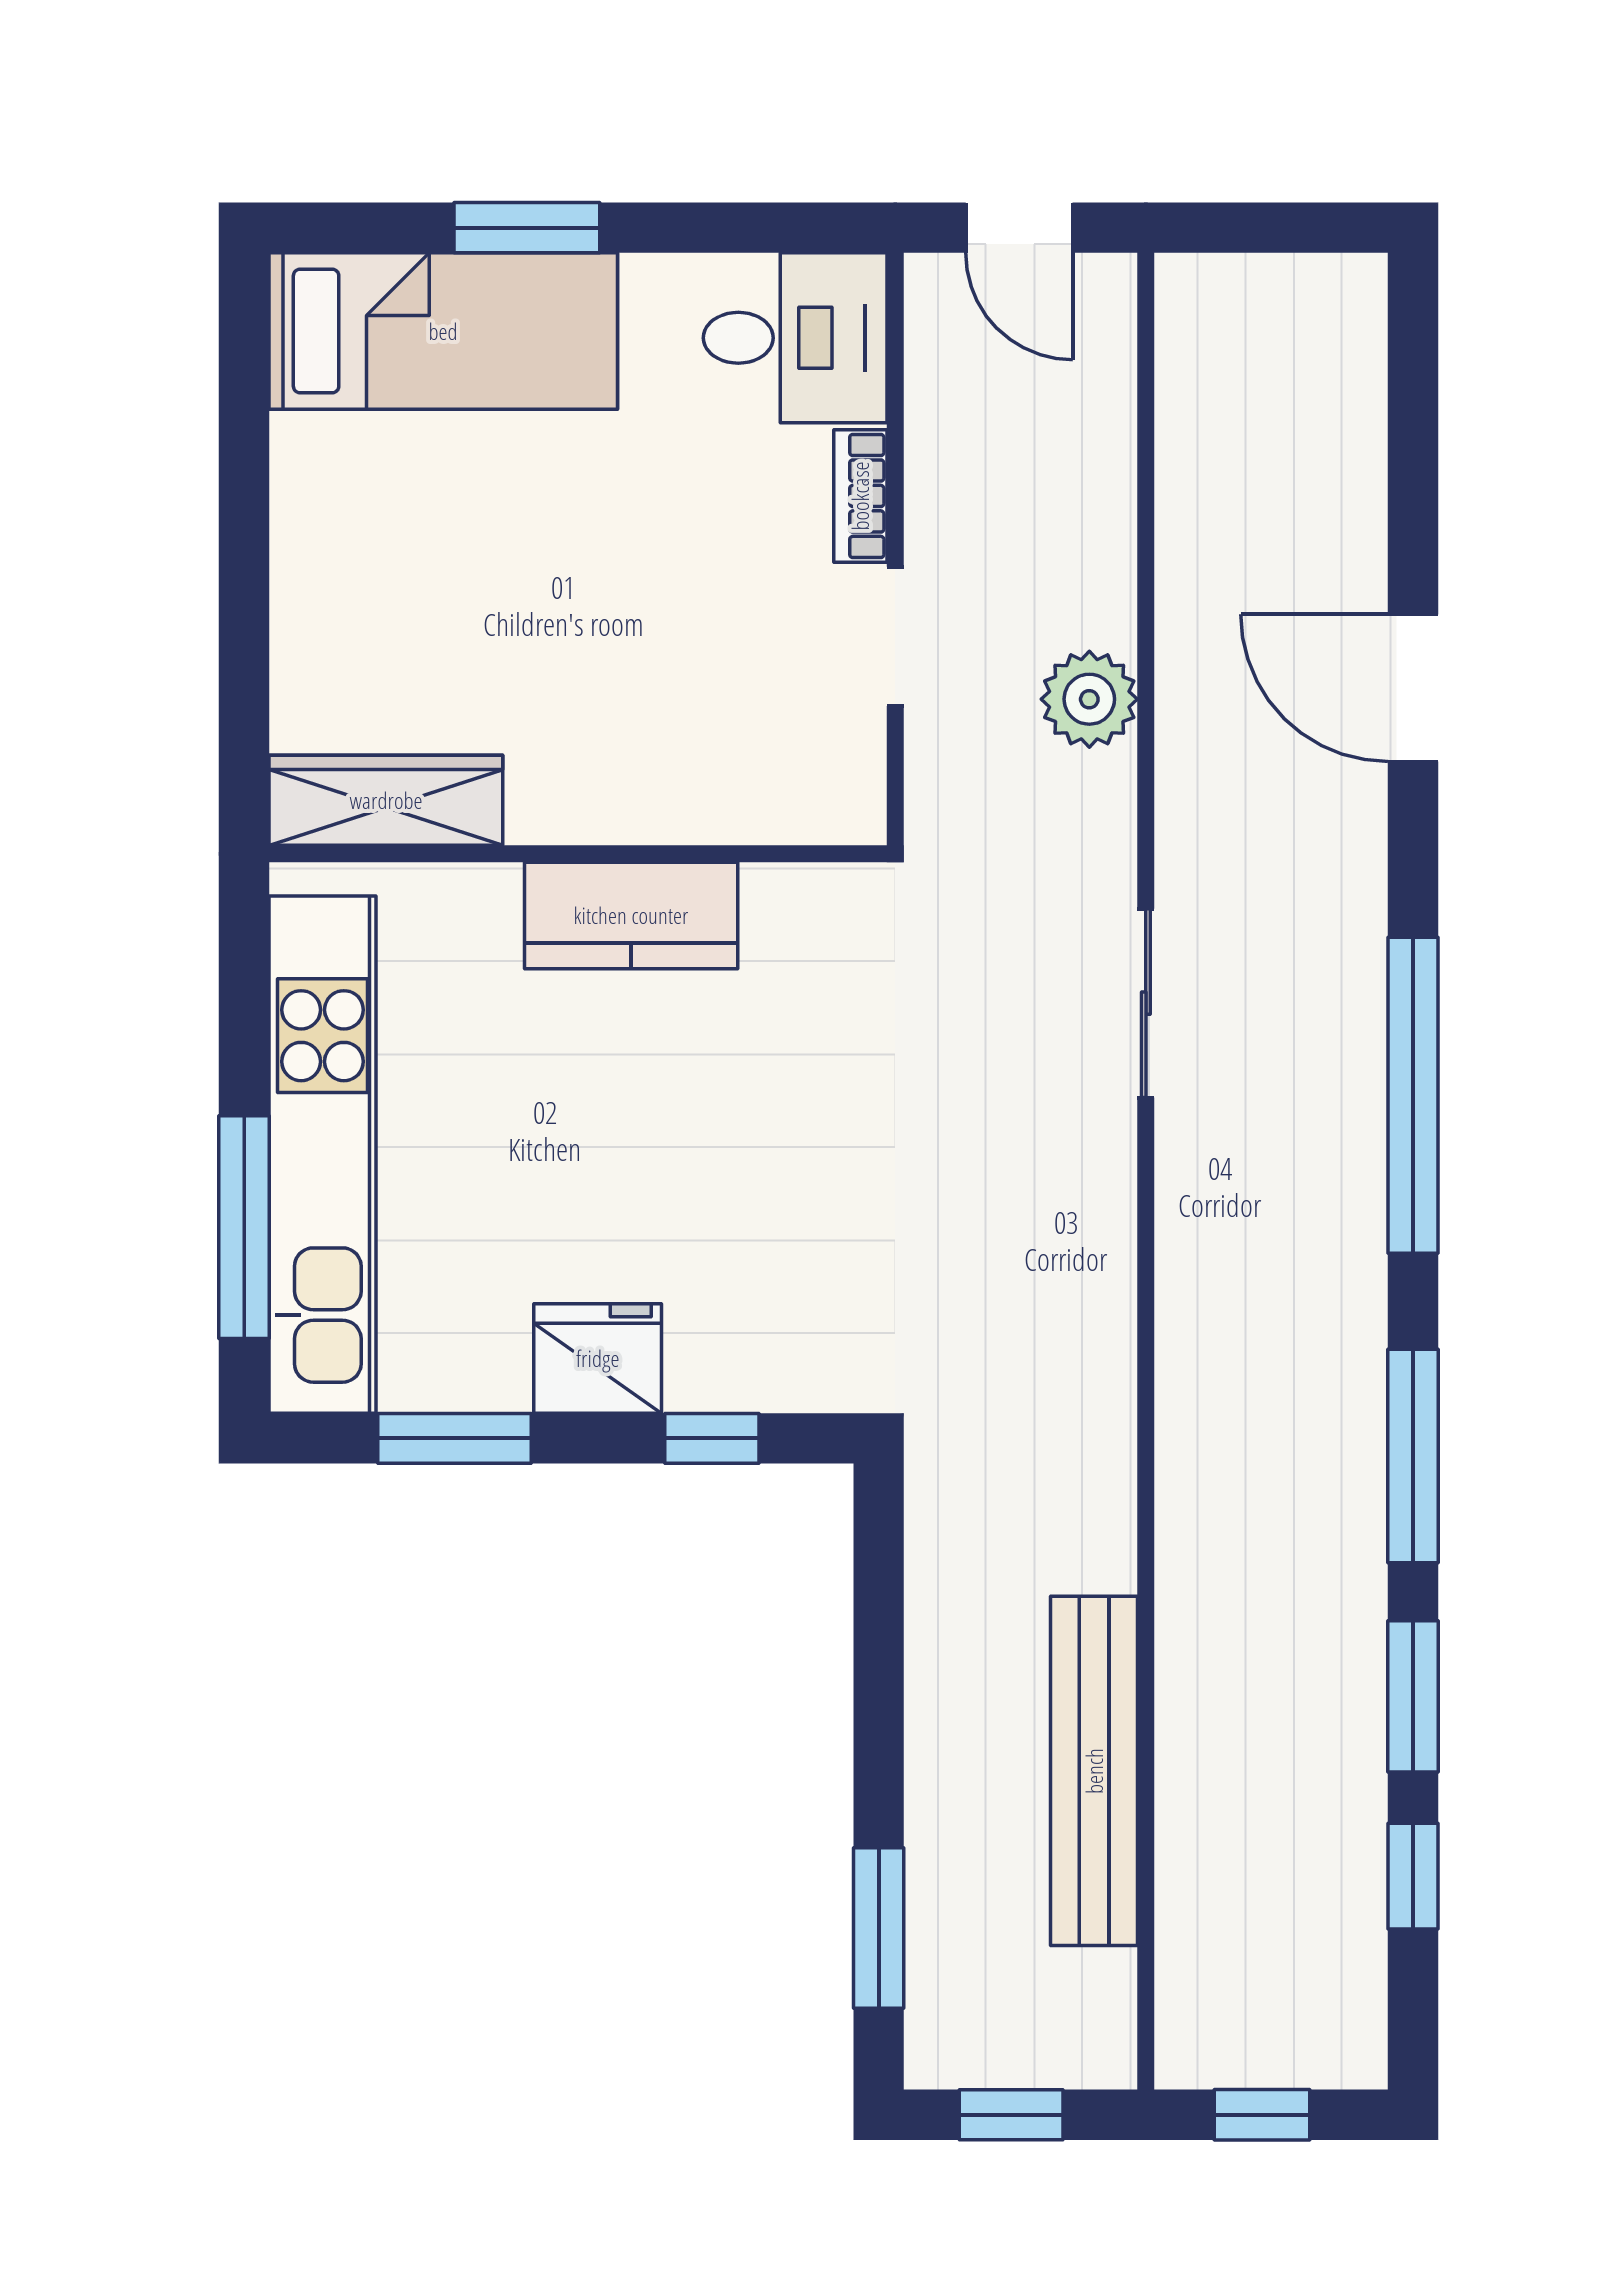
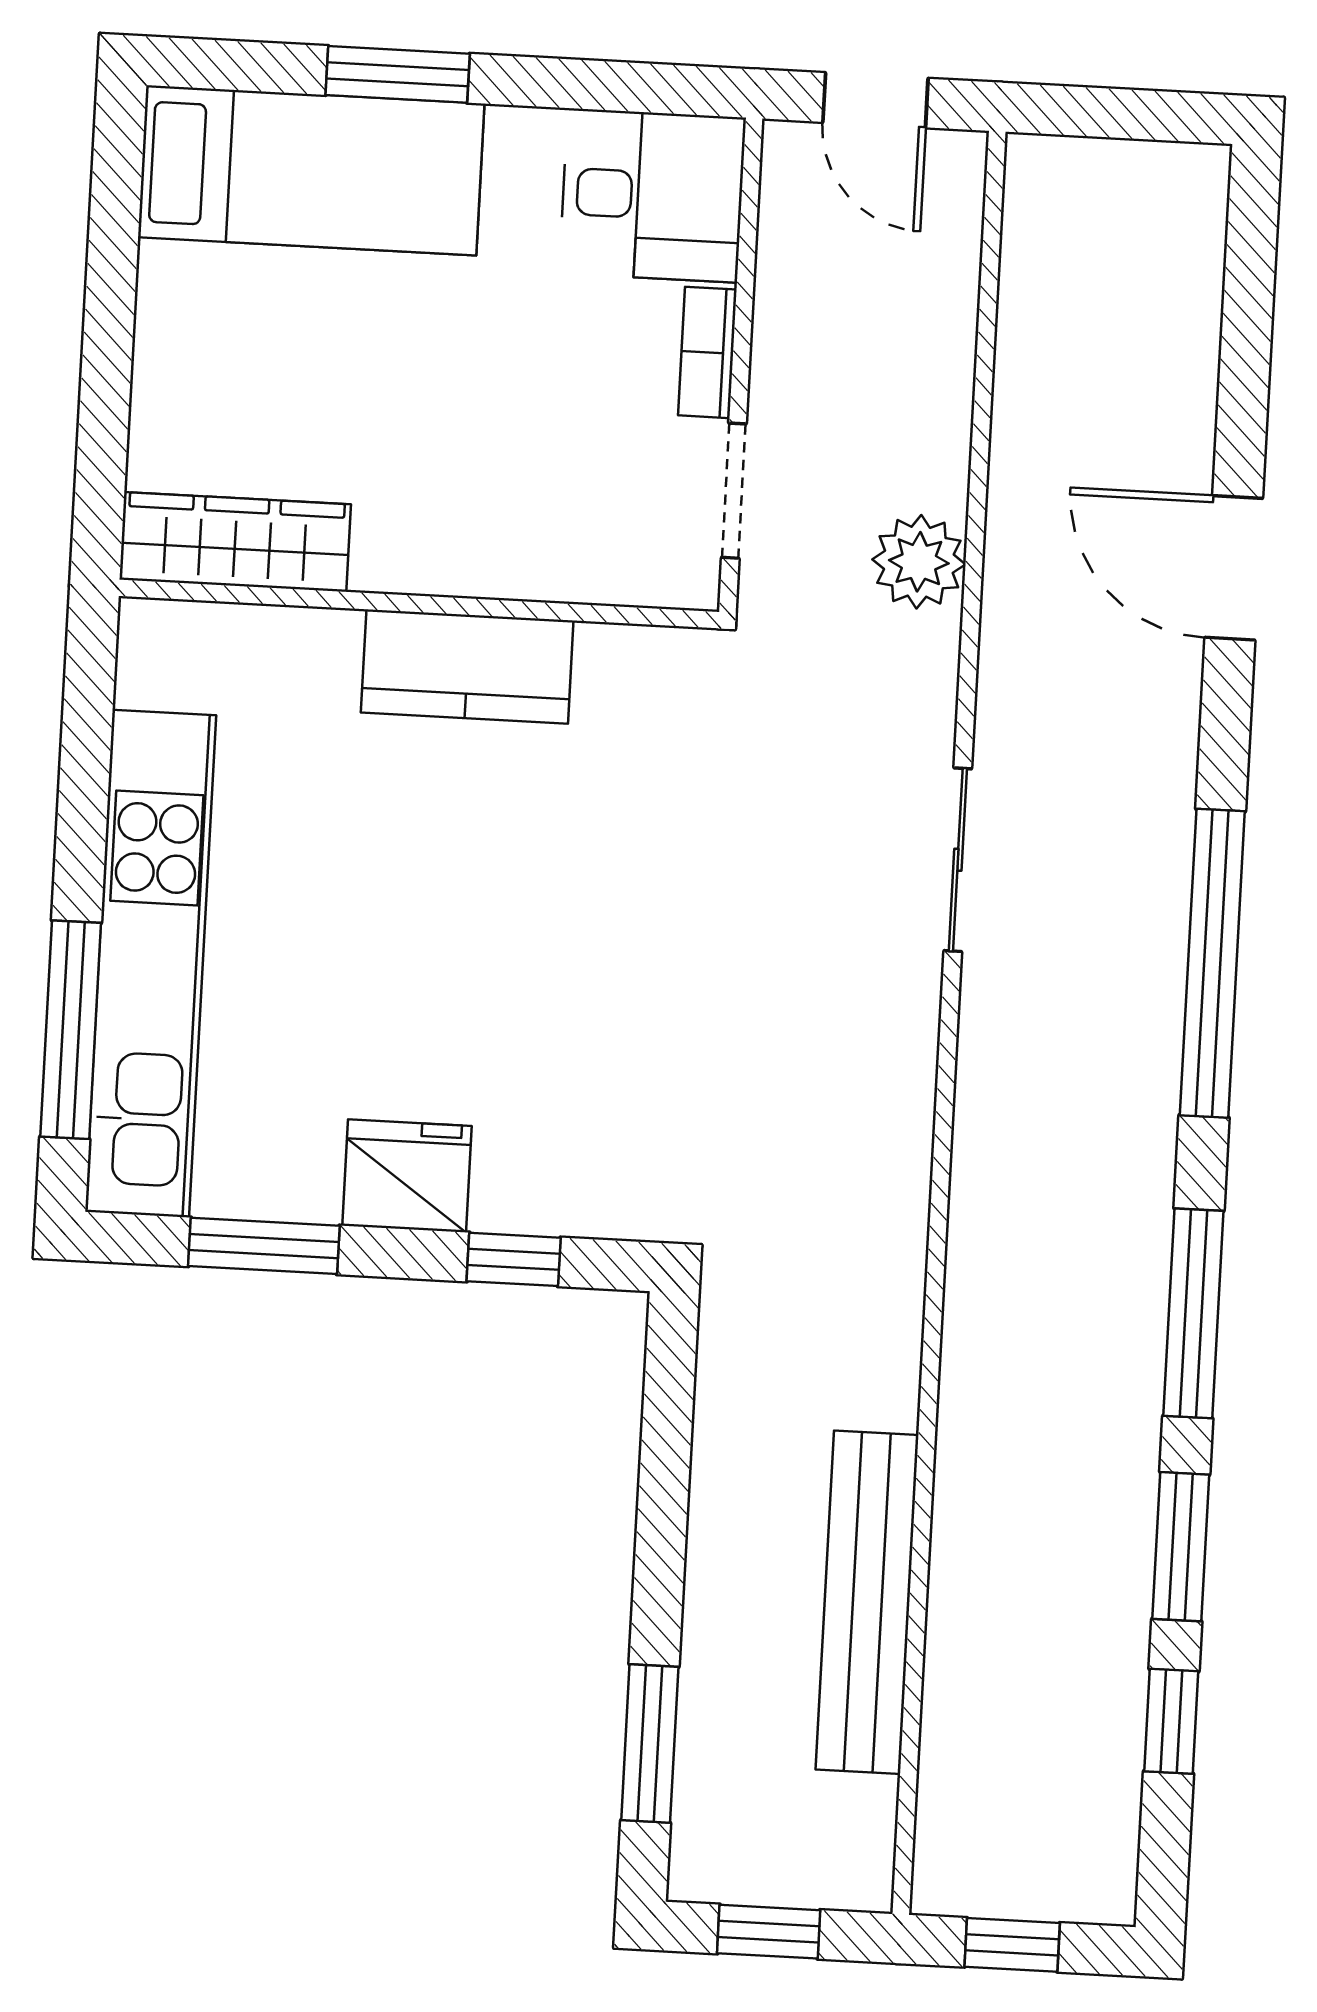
wardrobe: (386, 800) -> (235, 542), moved
wall: (578, 854) -> (419, 604), moved
kitchen counter: (631, 915) -> (467, 667), moved

